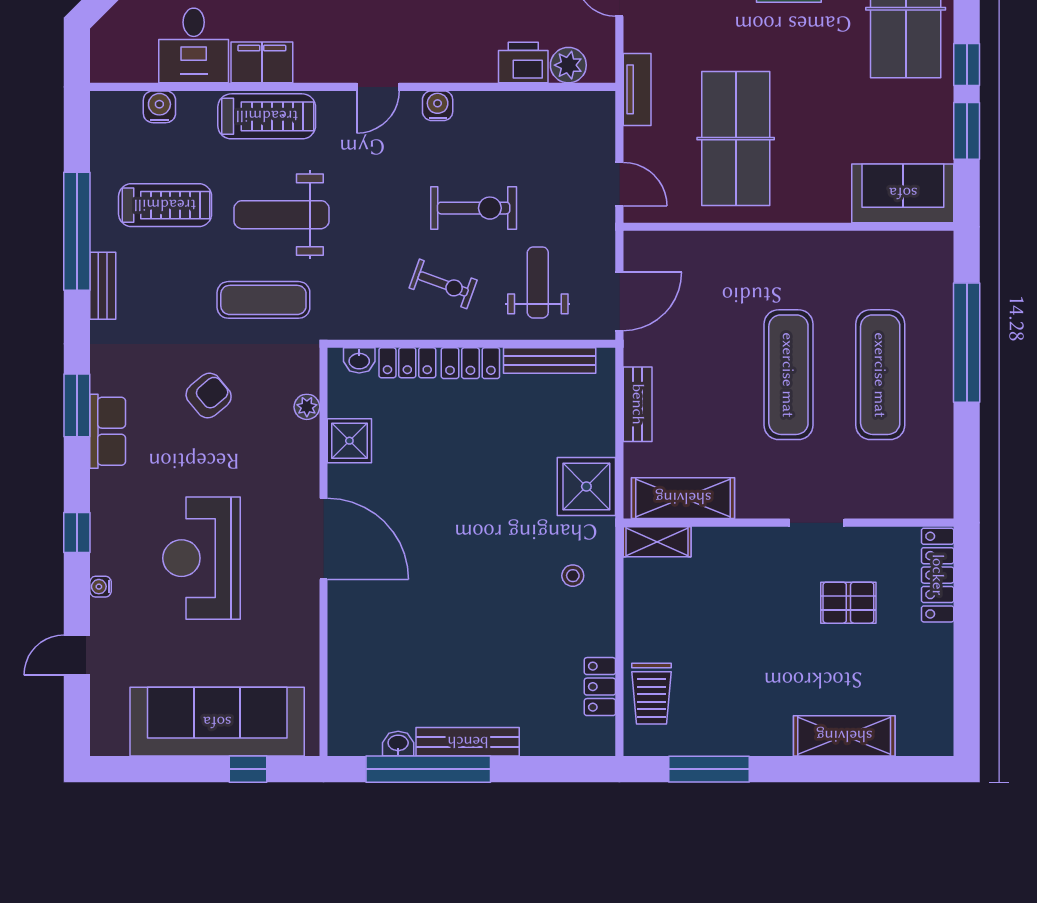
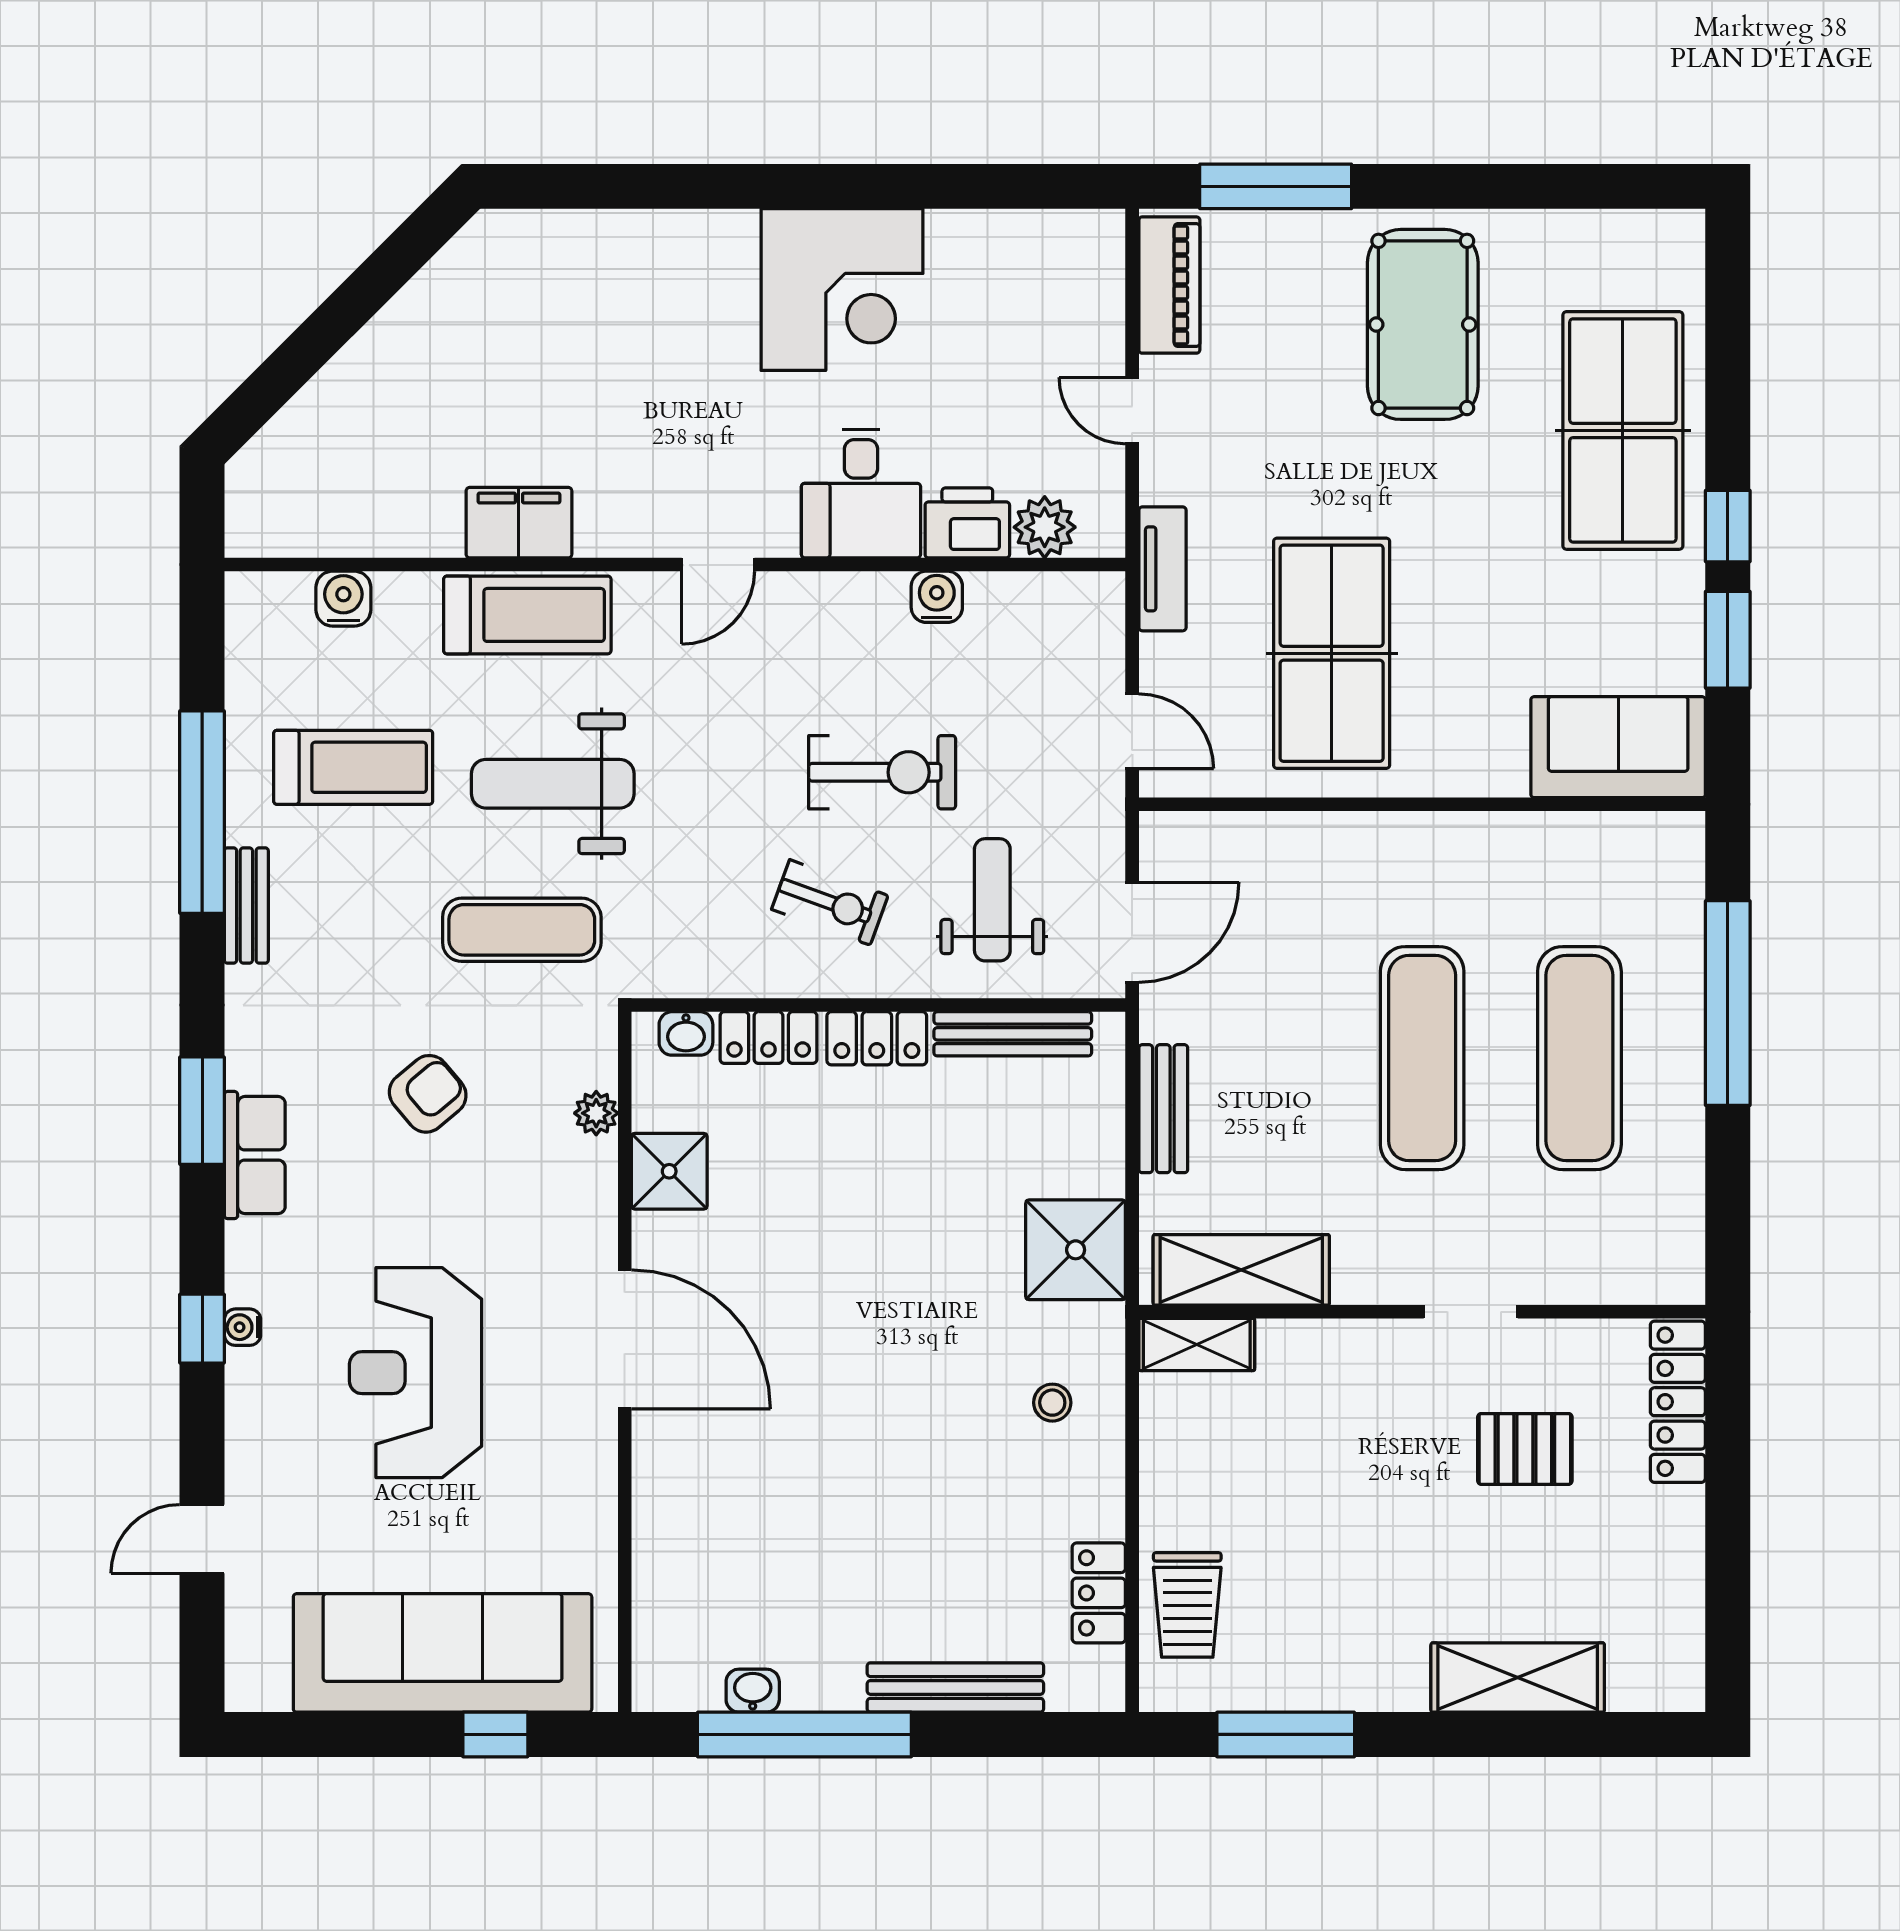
desk: (194, 45) -> (861, 494), moved
water cooler: (438, 106) -> (937, 597), moved
water cooler: (101, 587) -> (243, 1327), moved
bench: (468, 742) -> (955, 1687), moved

